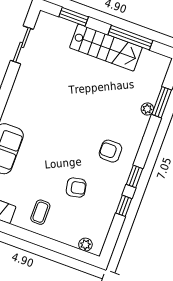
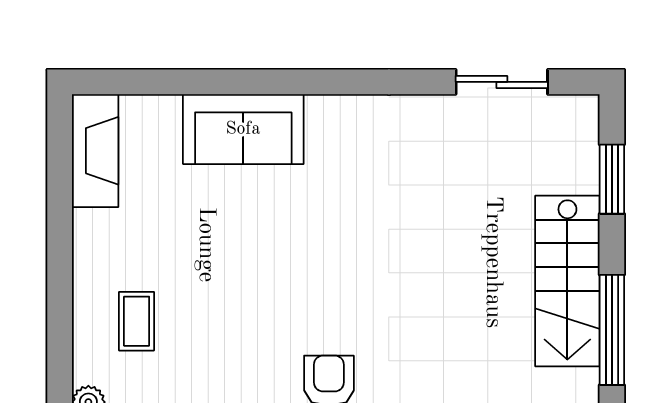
armchair: (76, 188) -> (214, 331), removed
coffee table: (40, 212) -> (137, 321), moved, turned 90

